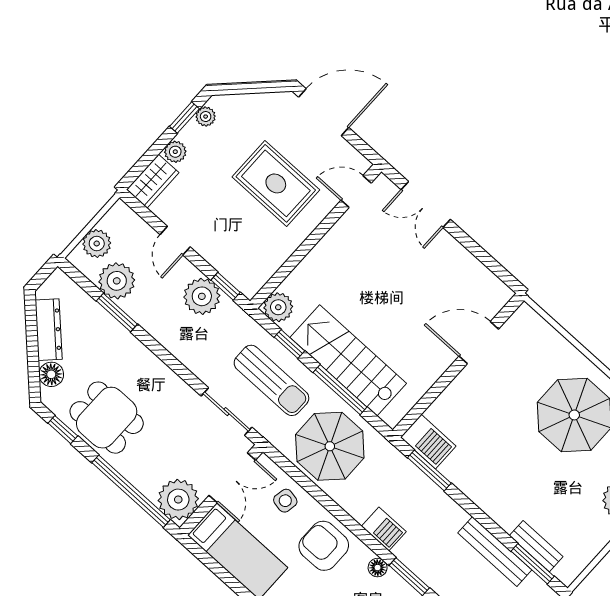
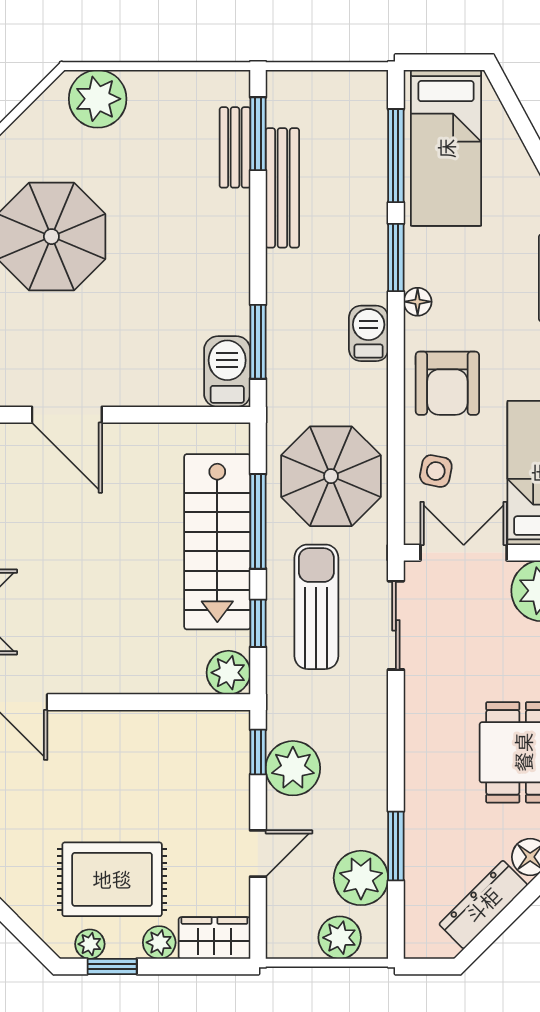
rug: (276, 183) -> (112, 879), moved, turned 90

